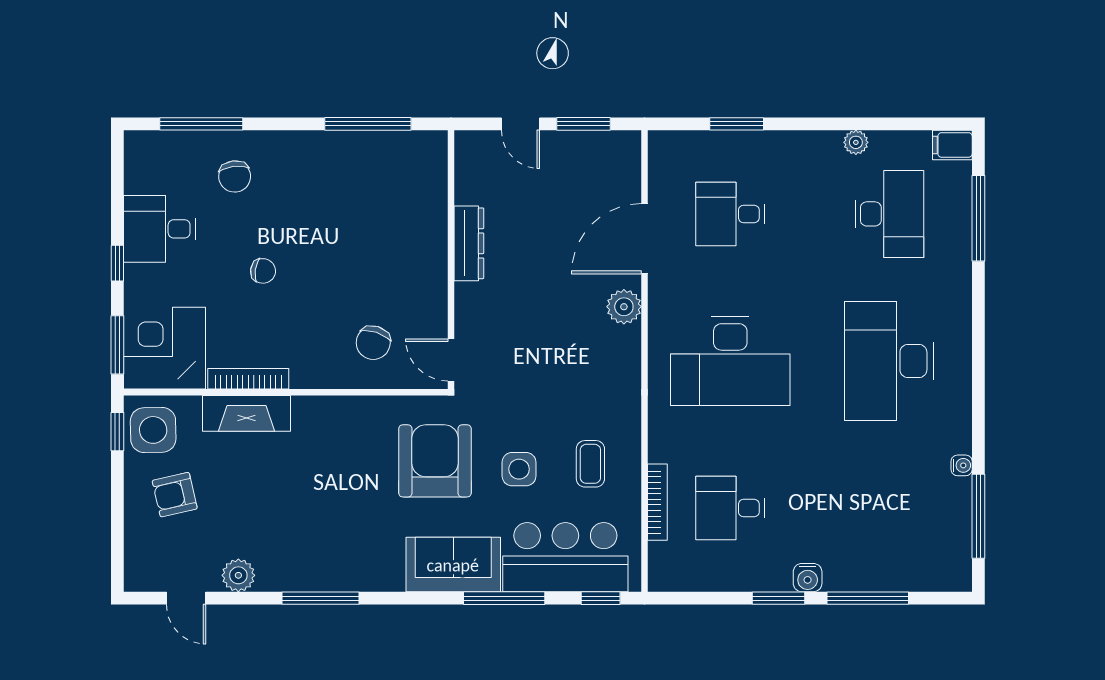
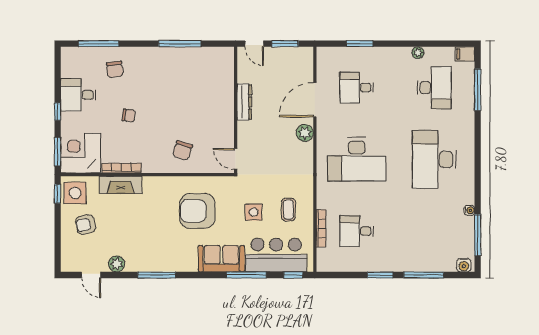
dresser: (469, 243) -> (244, 102), moved
wall: (451, 260) -> (236, 110), moved
door: (451, 360) -> (236, 159), moved
armchair: (435, 461) -> (197, 211), moved, turned -90
water cooler: (808, 578) -> (464, 265), moved

